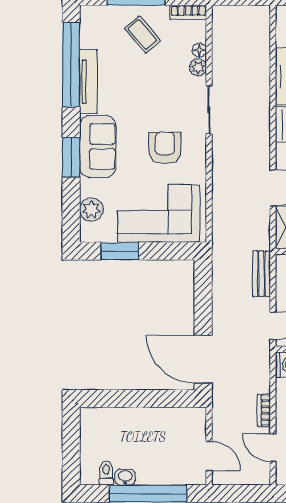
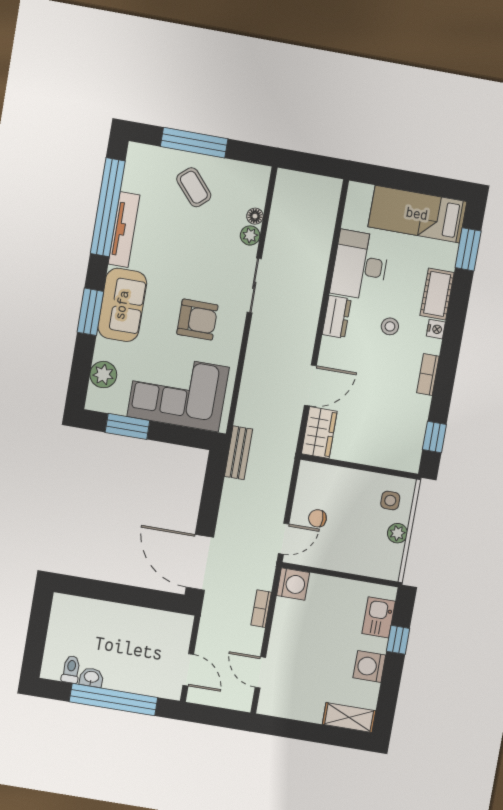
bookcase: (188, 12) -> (250, 171), removed
armchair: (165, 148) -> (197, 320), turned 90
bench: (262, 274) -> (238, 453), moved
bookcase: (264, 410) -> (261, 609), moved

